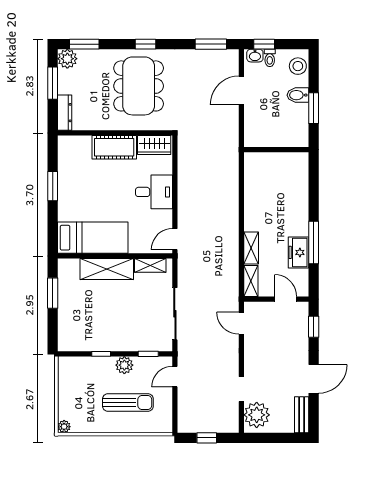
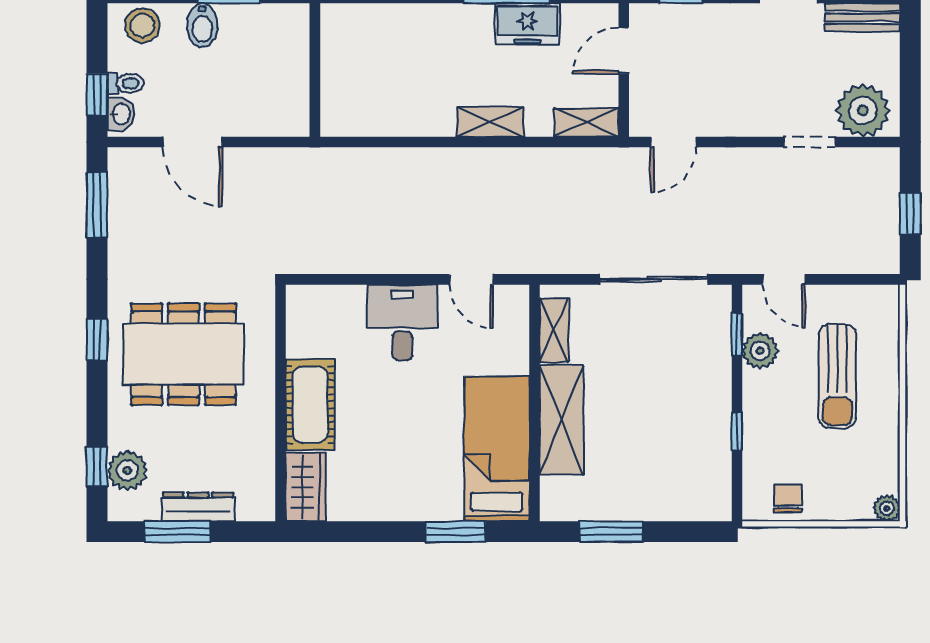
window: (84, 44) -> (97, 467), width x0.67
plant: (67, 59) -> (127, 470), moved
dresser: (65, 113) -> (198, 507), moved
wardrobe: (154, 145) -> (305, 487), moved
window: (53, 186) -> (456, 532), moved
door: (175, 239) -> (471, 279), moved
shelving: (251, 248) -> (490, 122), moved
plant: (124, 365) -> (760, 351), moved
chair: (69, 379) -> (788, 499), added
sun lounger: (128, 403) -> (837, 376), turned 180

